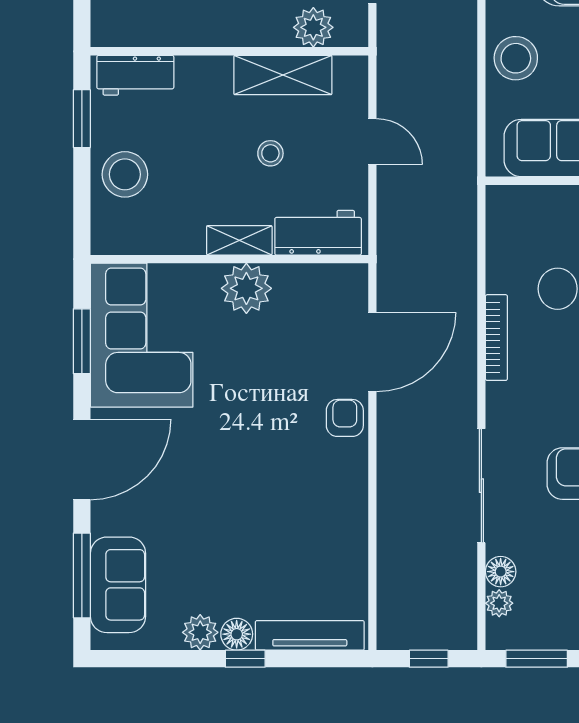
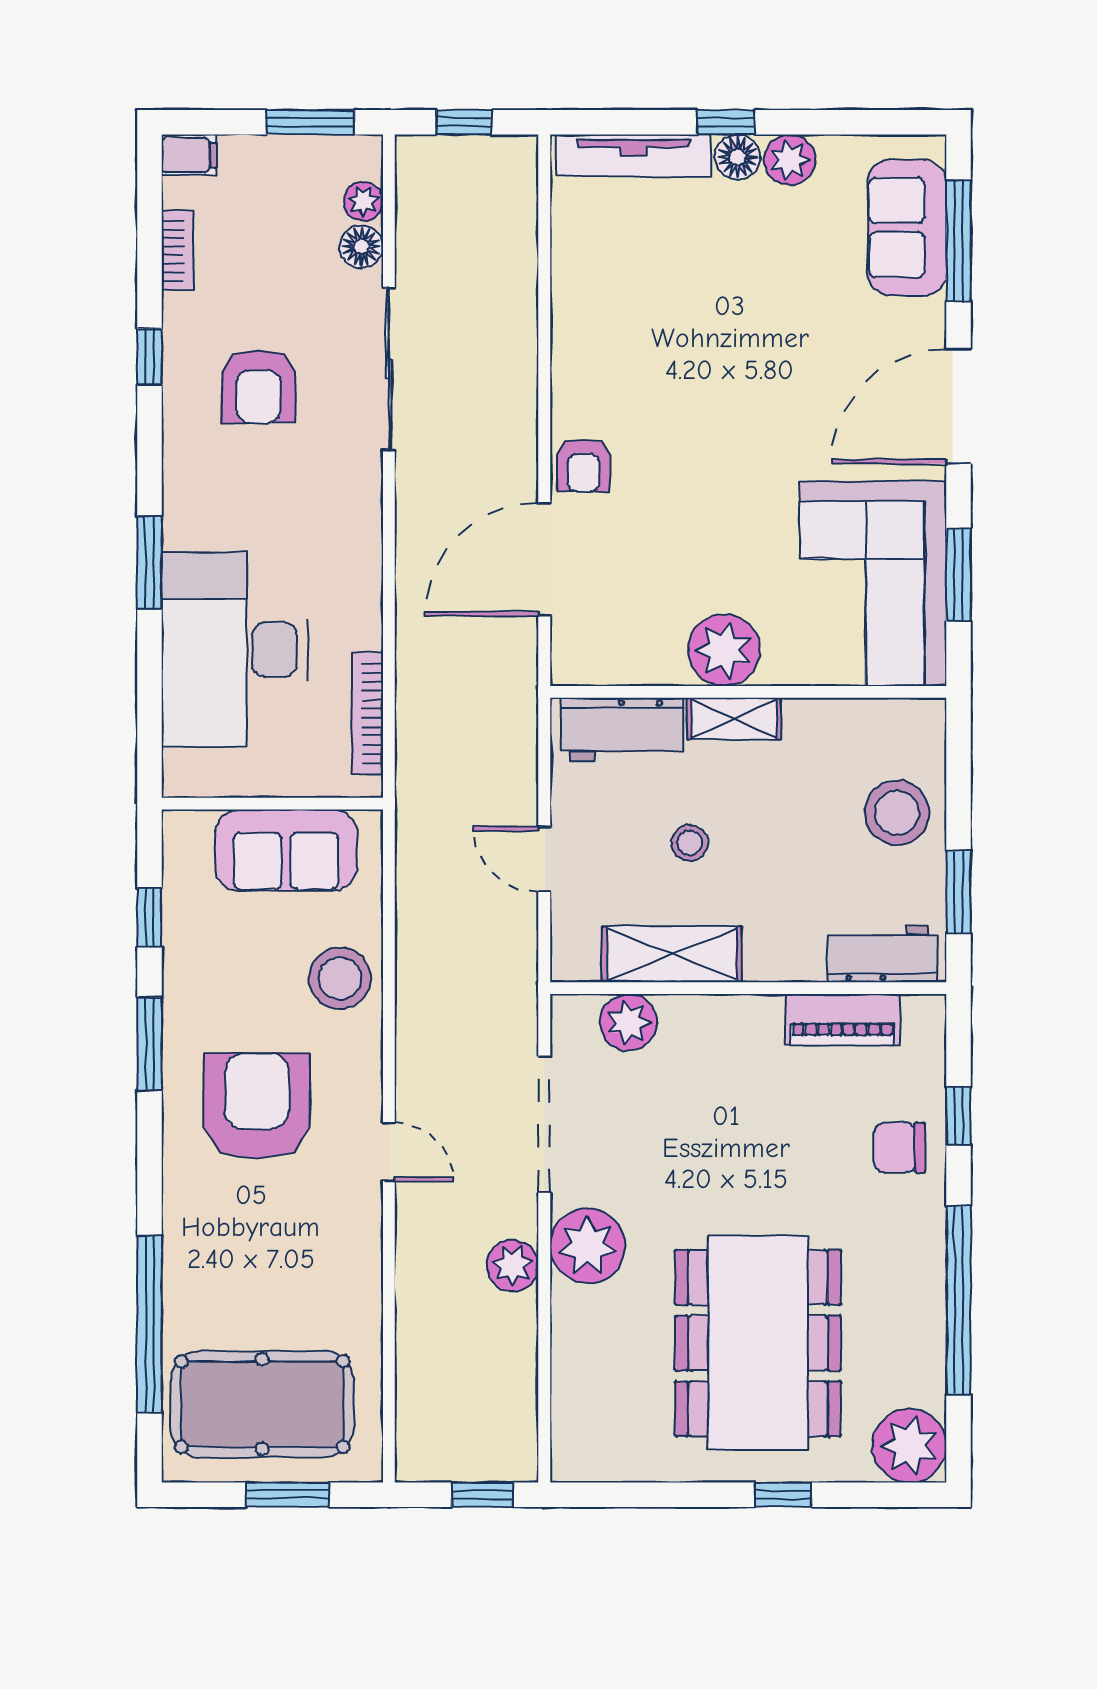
piano: (163, 29) -> (843, 1020), added
bookcase: (496, 338) -> (367, 714), moved

